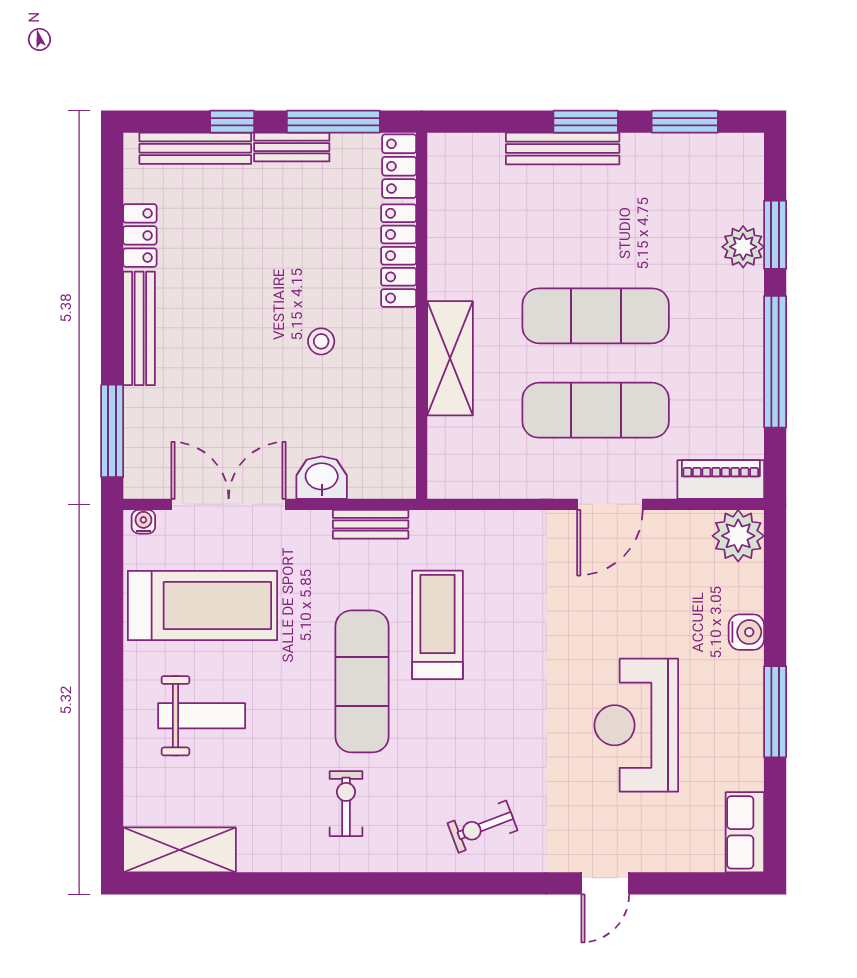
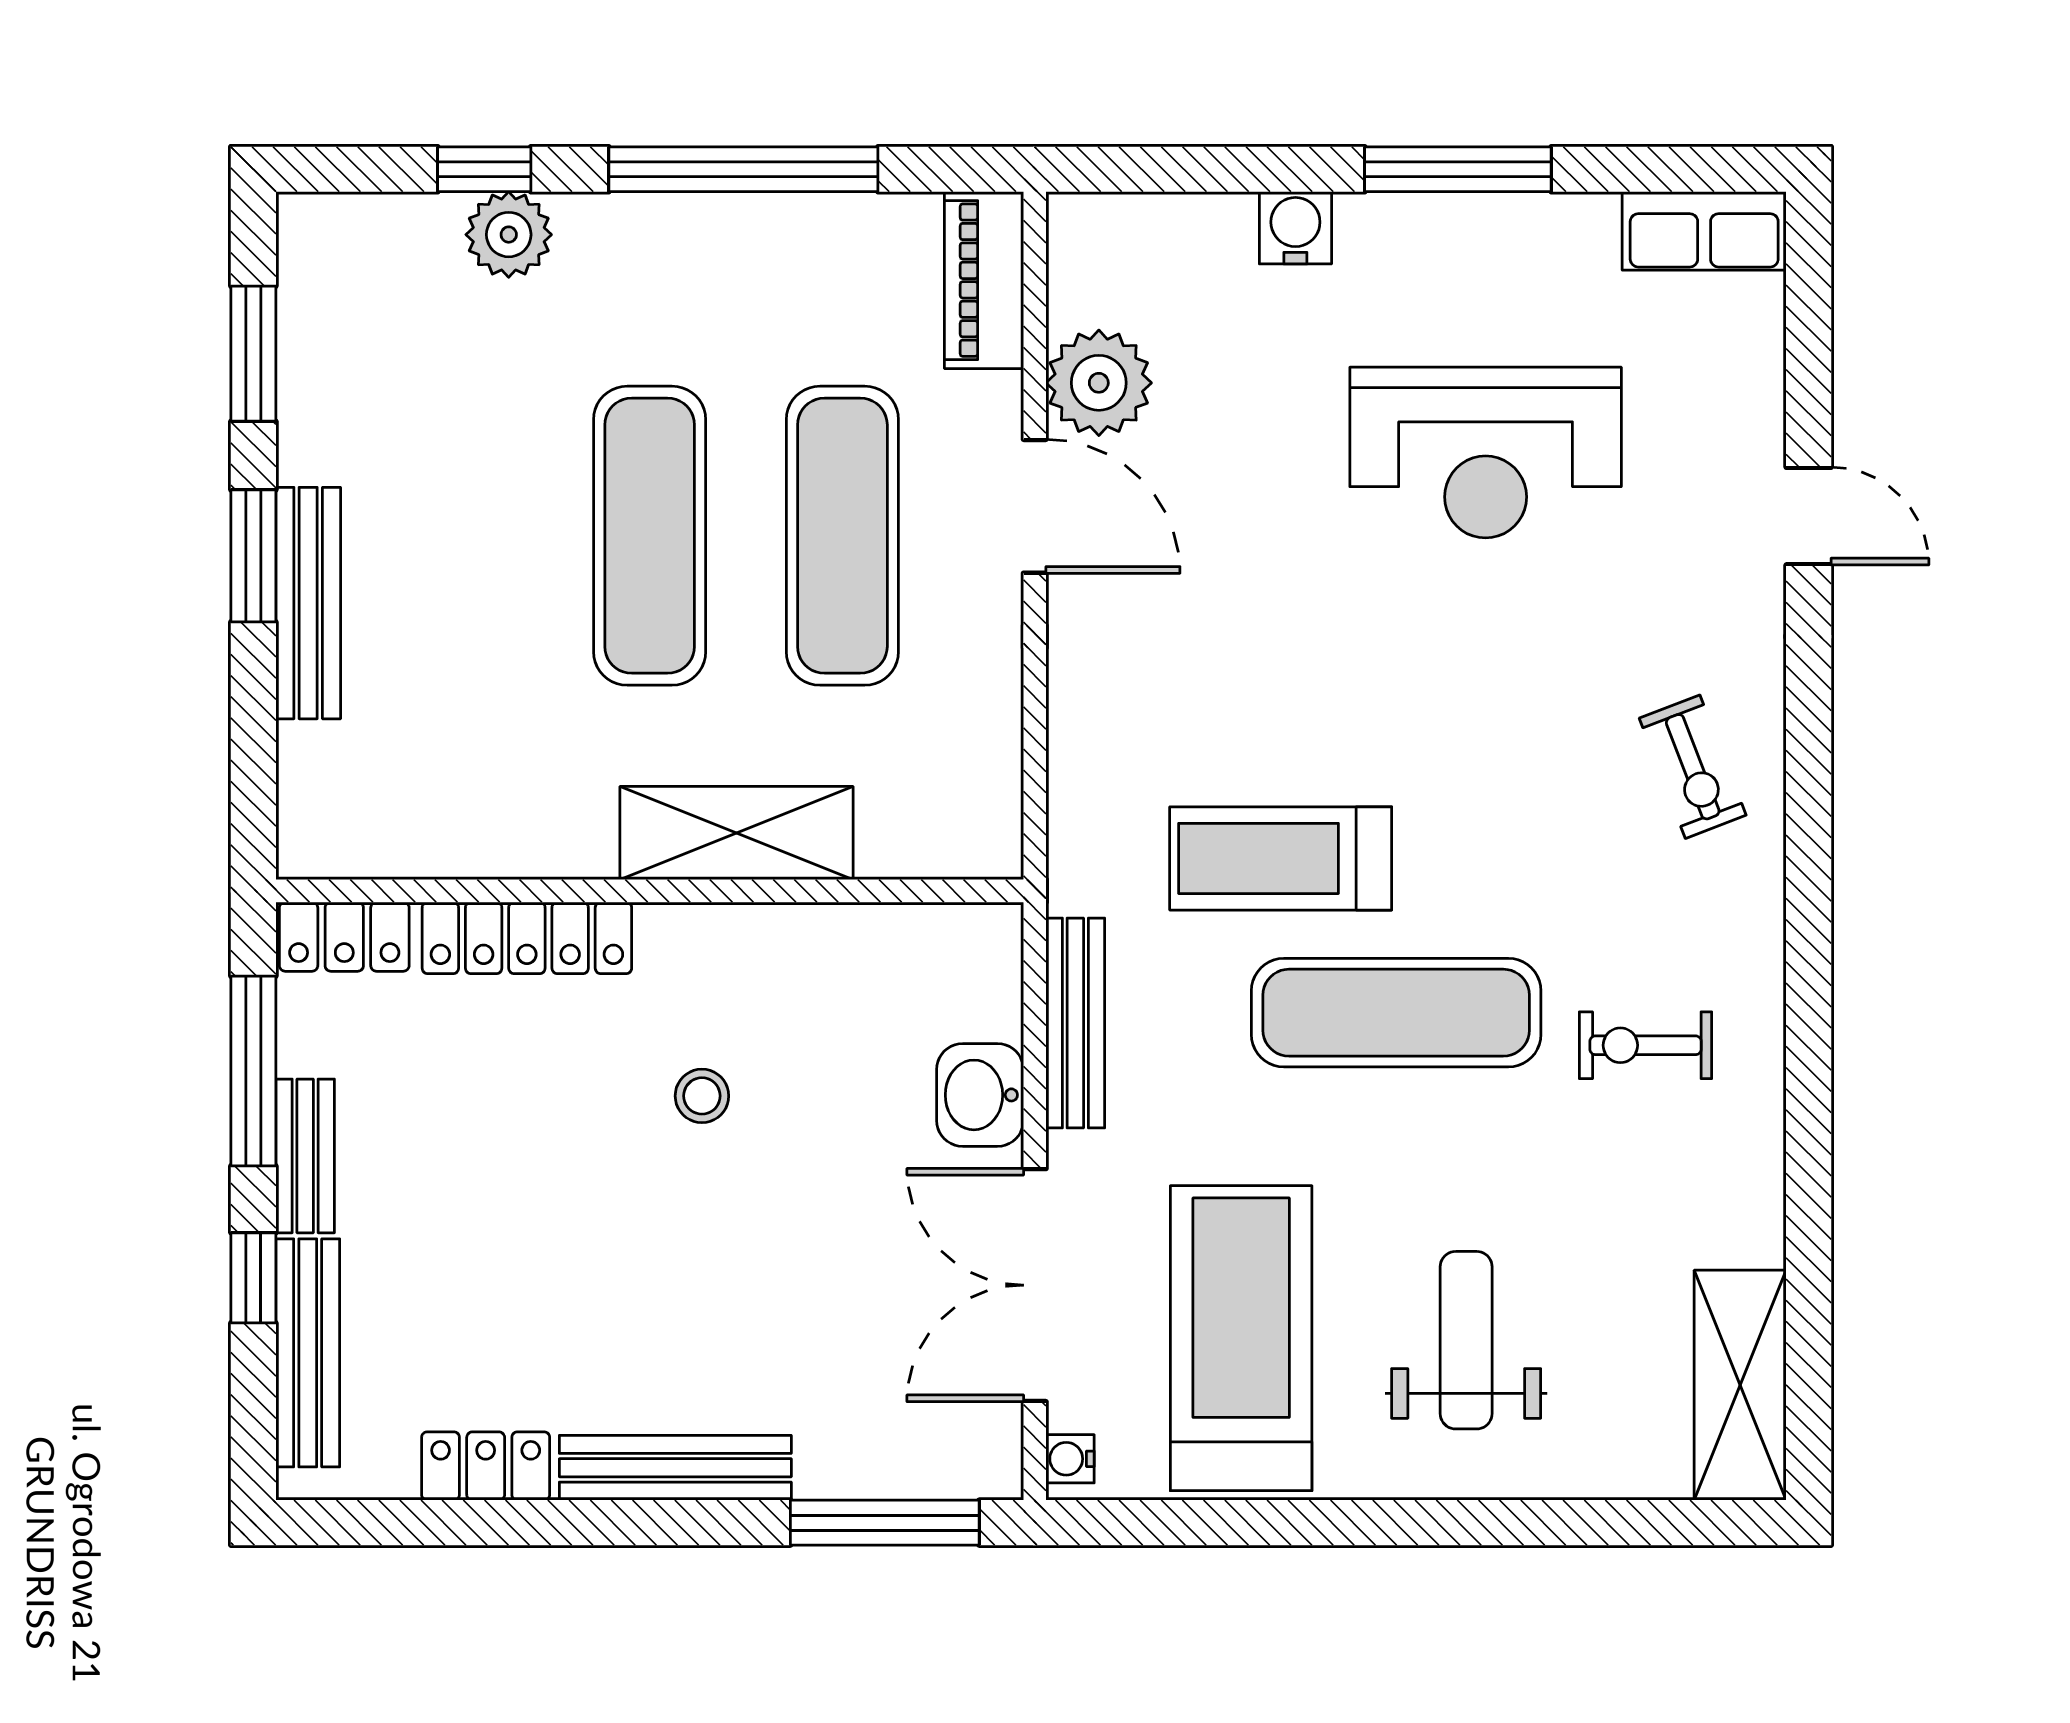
window: (775, 235) -> (484, 169), width x0.67
bench: (371, 524) -> (1075, 1023), width x1.36
plant: (738, 536) -> (1099, 383), moved

